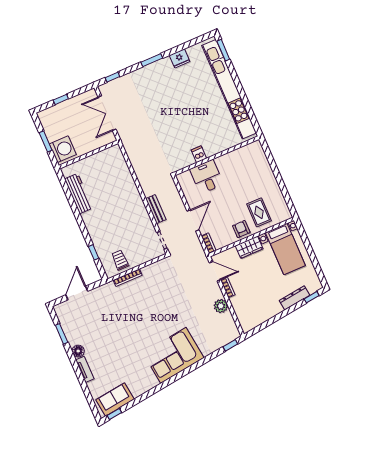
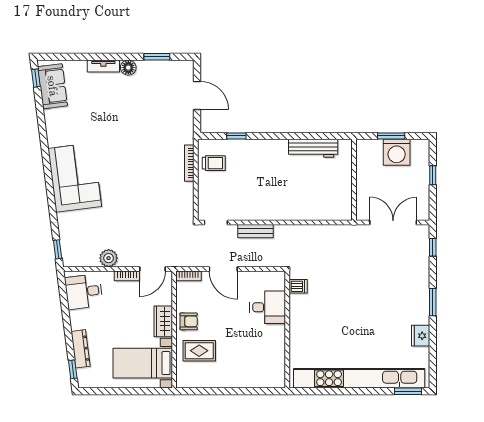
washing machine: (63, 149) -> (397, 152), moved
dishwasher: (199, 154) -> (298, 286), moved
desk: (252, 313) -> (84, 292), added

